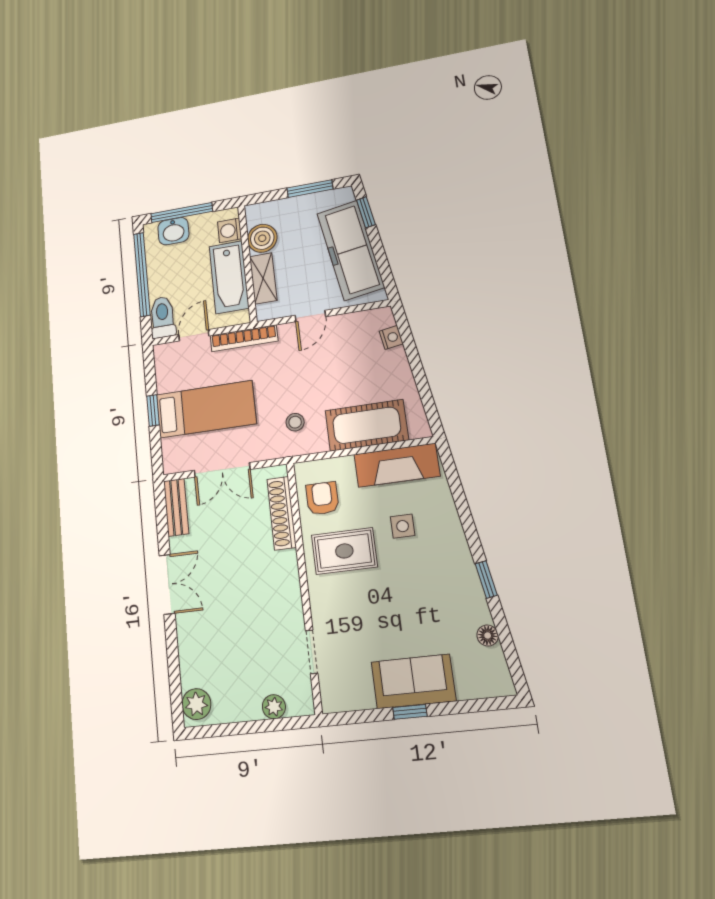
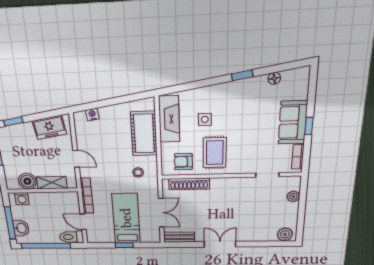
freezer: (351, 250) -> (49, 127), width x0.52, depth x0.79
bathtub: (229, 277) -> (50, 201), removed
bookcase: (351, 702) -> (298, 157), added

